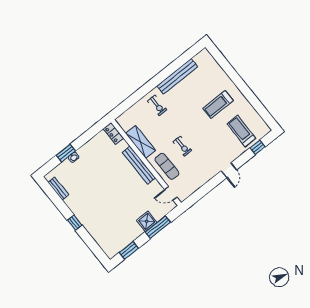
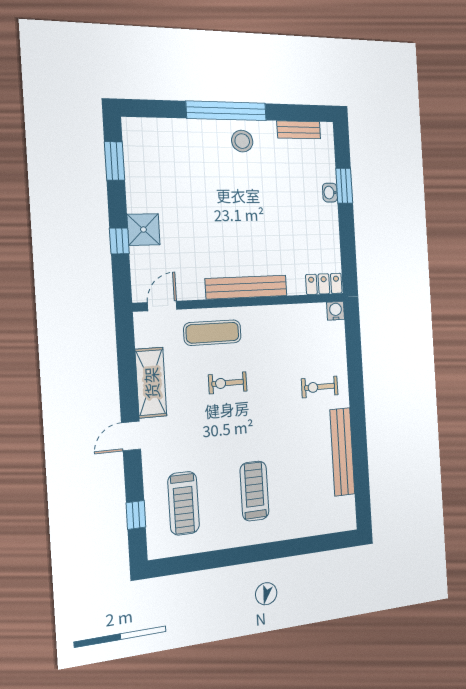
water cooler: (121, 120) -> (336, 311), added
treadmill: (241, 131) -> (184, 503), turned 90
shelving: (141, 142) -> (151, 383), moved, turned 90
door: (229, 170) -> (131, 436), hinge flipped
stool: (82, 208) -> (242, 141), added
window: (75, 223) -> (227, 111), width x3.17
window: (158, 227) -> (119, 241), width x0.46

